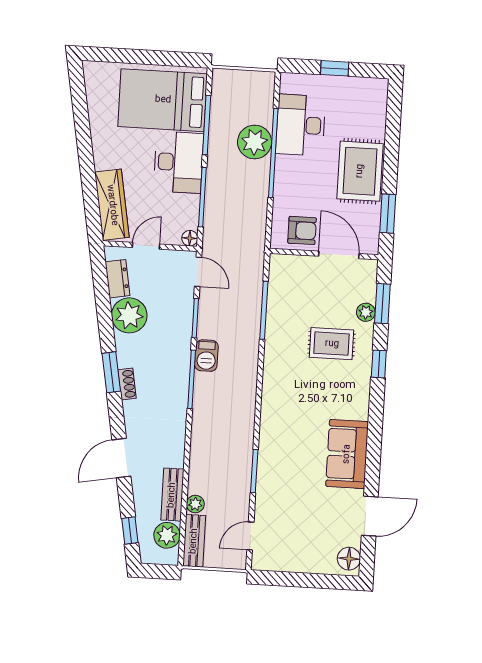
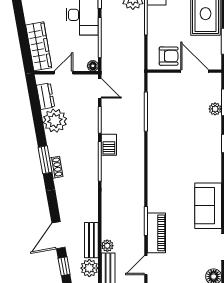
rug: (332, 344) -> (193, 132), removed
door: (121, 458) -> (58, 235), moved
piano: (269, 489) -> (156, 233), added

